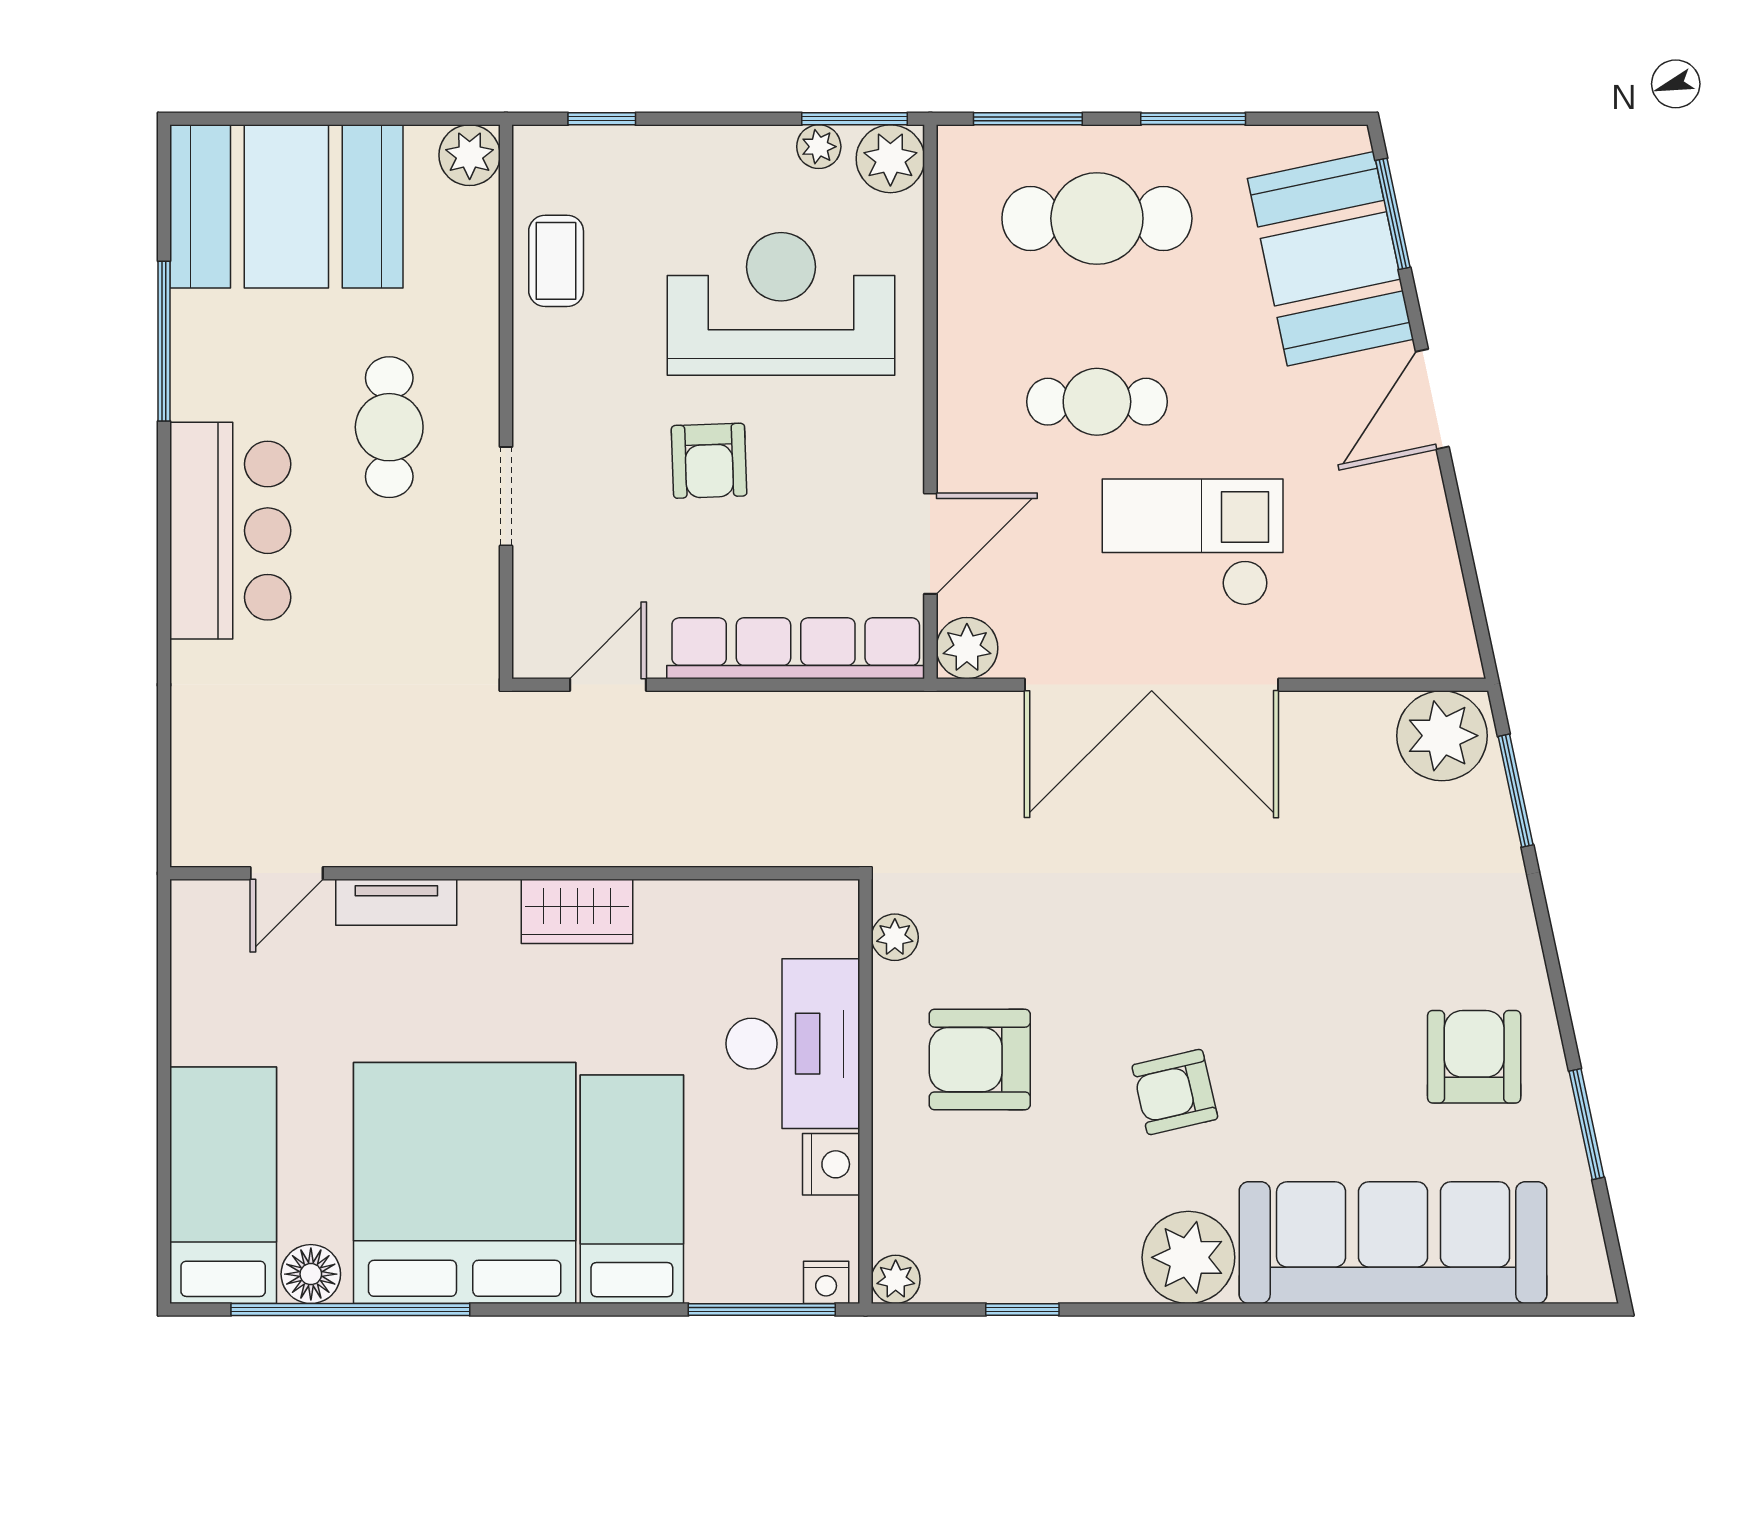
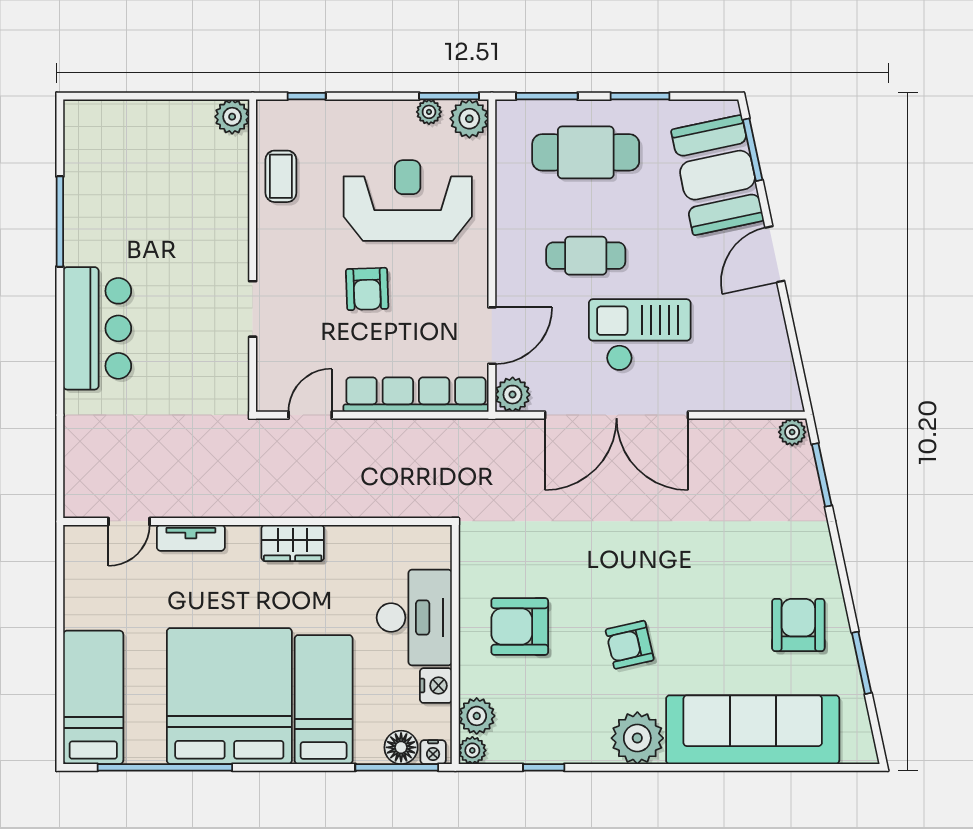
booth: (286, 206) -> (129, 146), removed
cafe table: (389, 427) -> (187, 270), removed
plant: (1442, 736) -> (792, 432), width x0.53, depth x0.53
plant: (895, 937) -> (477, 716), moved, width x1.38, depth x1.38
floor lamp: (311, 1274) -> (401, 747), moved

